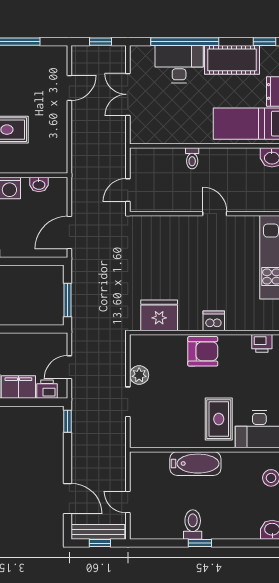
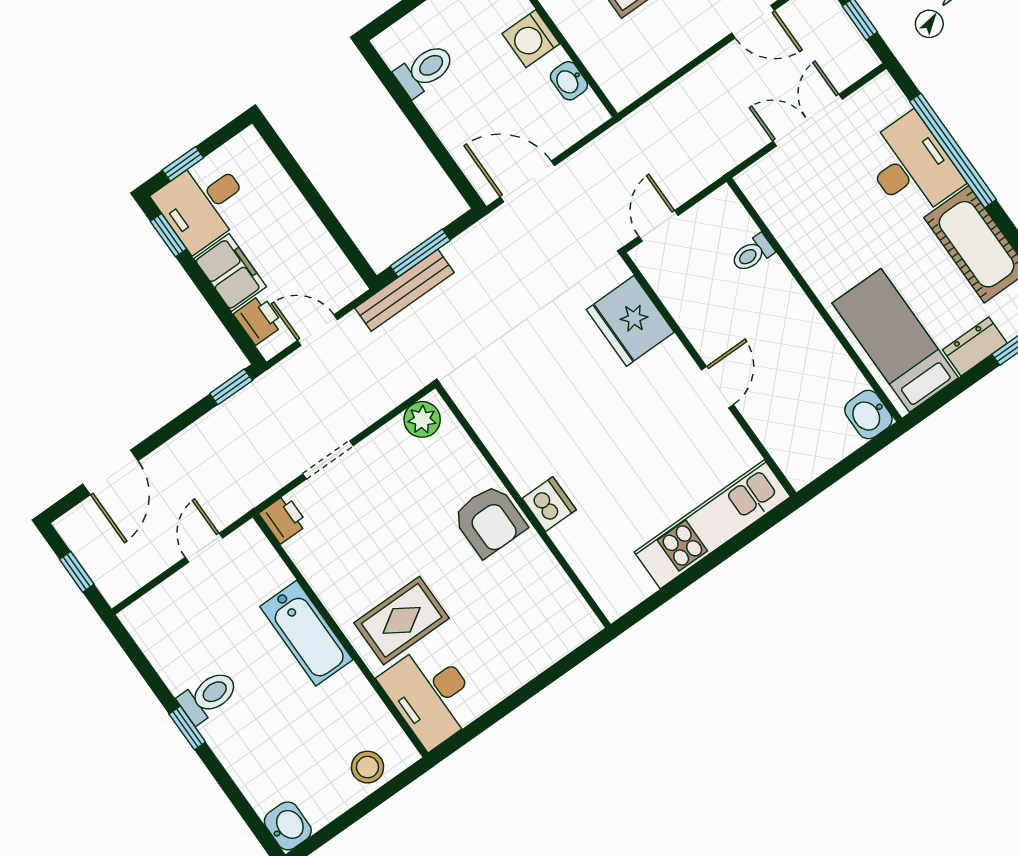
toilet: (192, 158) -> (752, 253), moved
door: (128, 190) -> (658, 226), hinge flipped
fridge: (159, 315) -> (630, 321), moved, turned 180
printer: (262, 343) -> (283, 519), moved, turned 180
plant: (139, 375) -> (422, 419), moved
door: (128, 502) -> (204, 548), moved
bench: (98, 532) -> (404, 290), moved, turned 90

